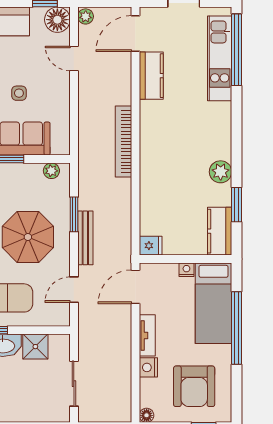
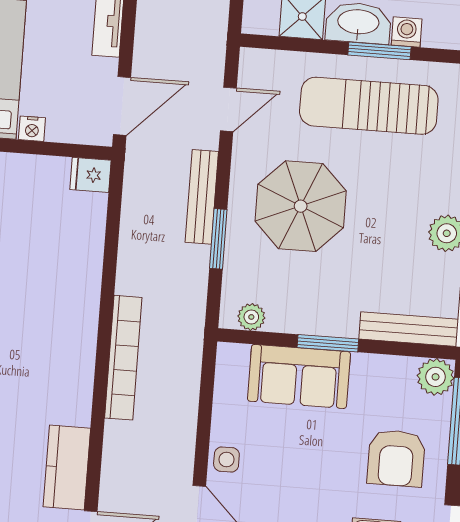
side table: (19, 93) -> (226, 459), moved

